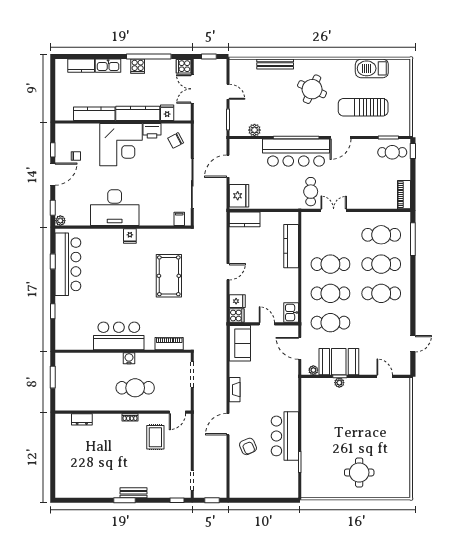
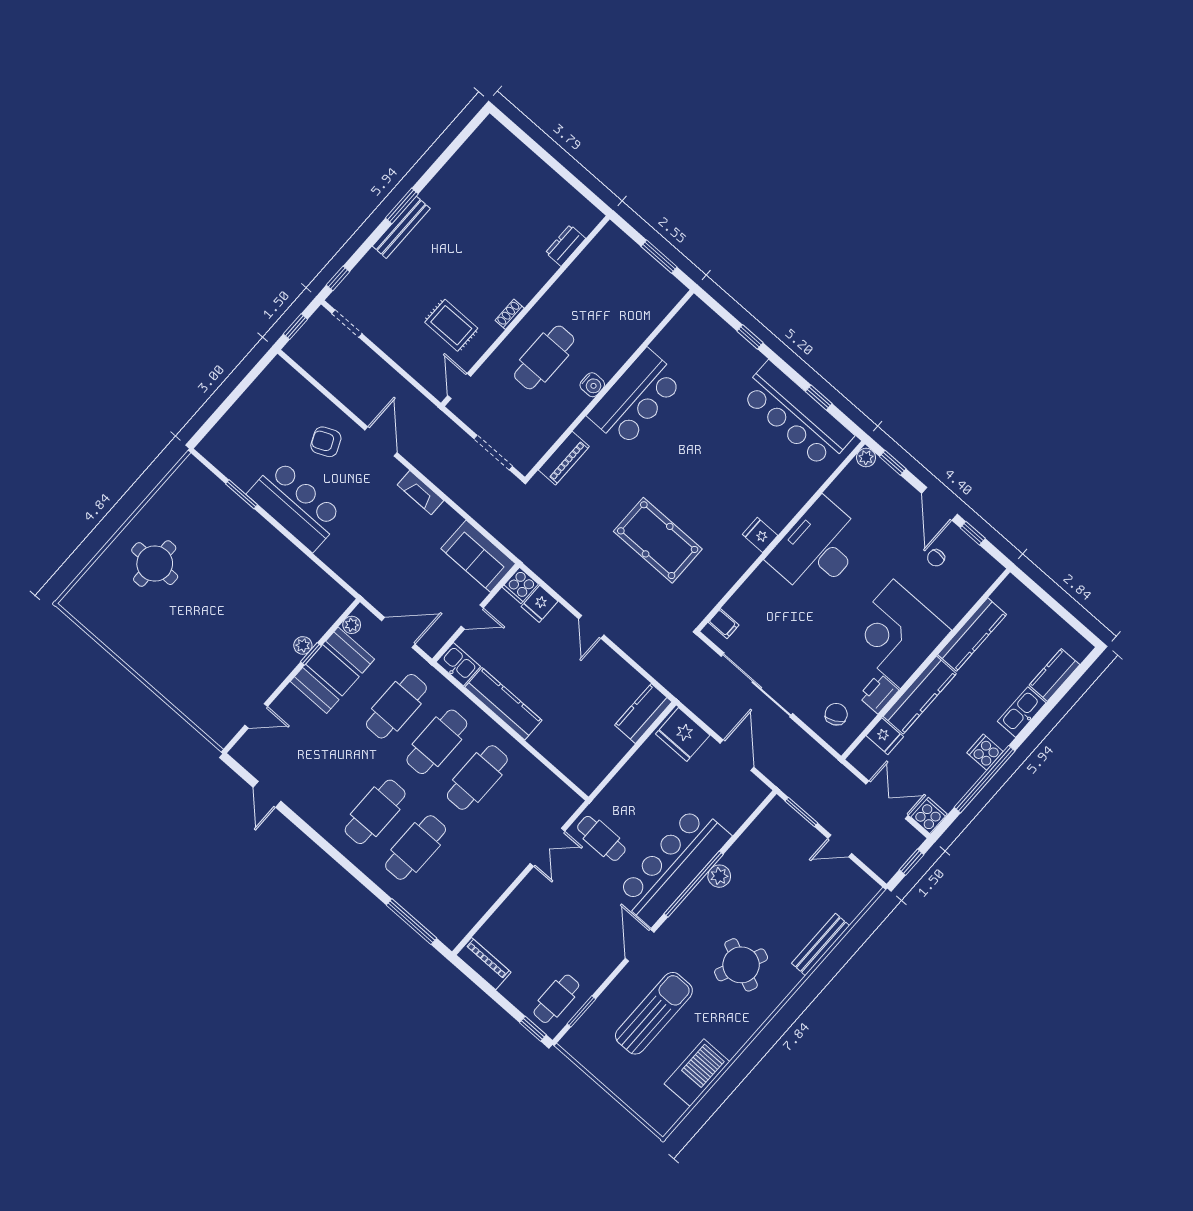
plant: (255, 130) -> (719, 876), moved
cafe table: (381, 235) -> (456, 883), removed
kitchen counter: (291, 246) -> (503, 704), moved
bench: (133, 493) -> (401, 227), width x1.36

